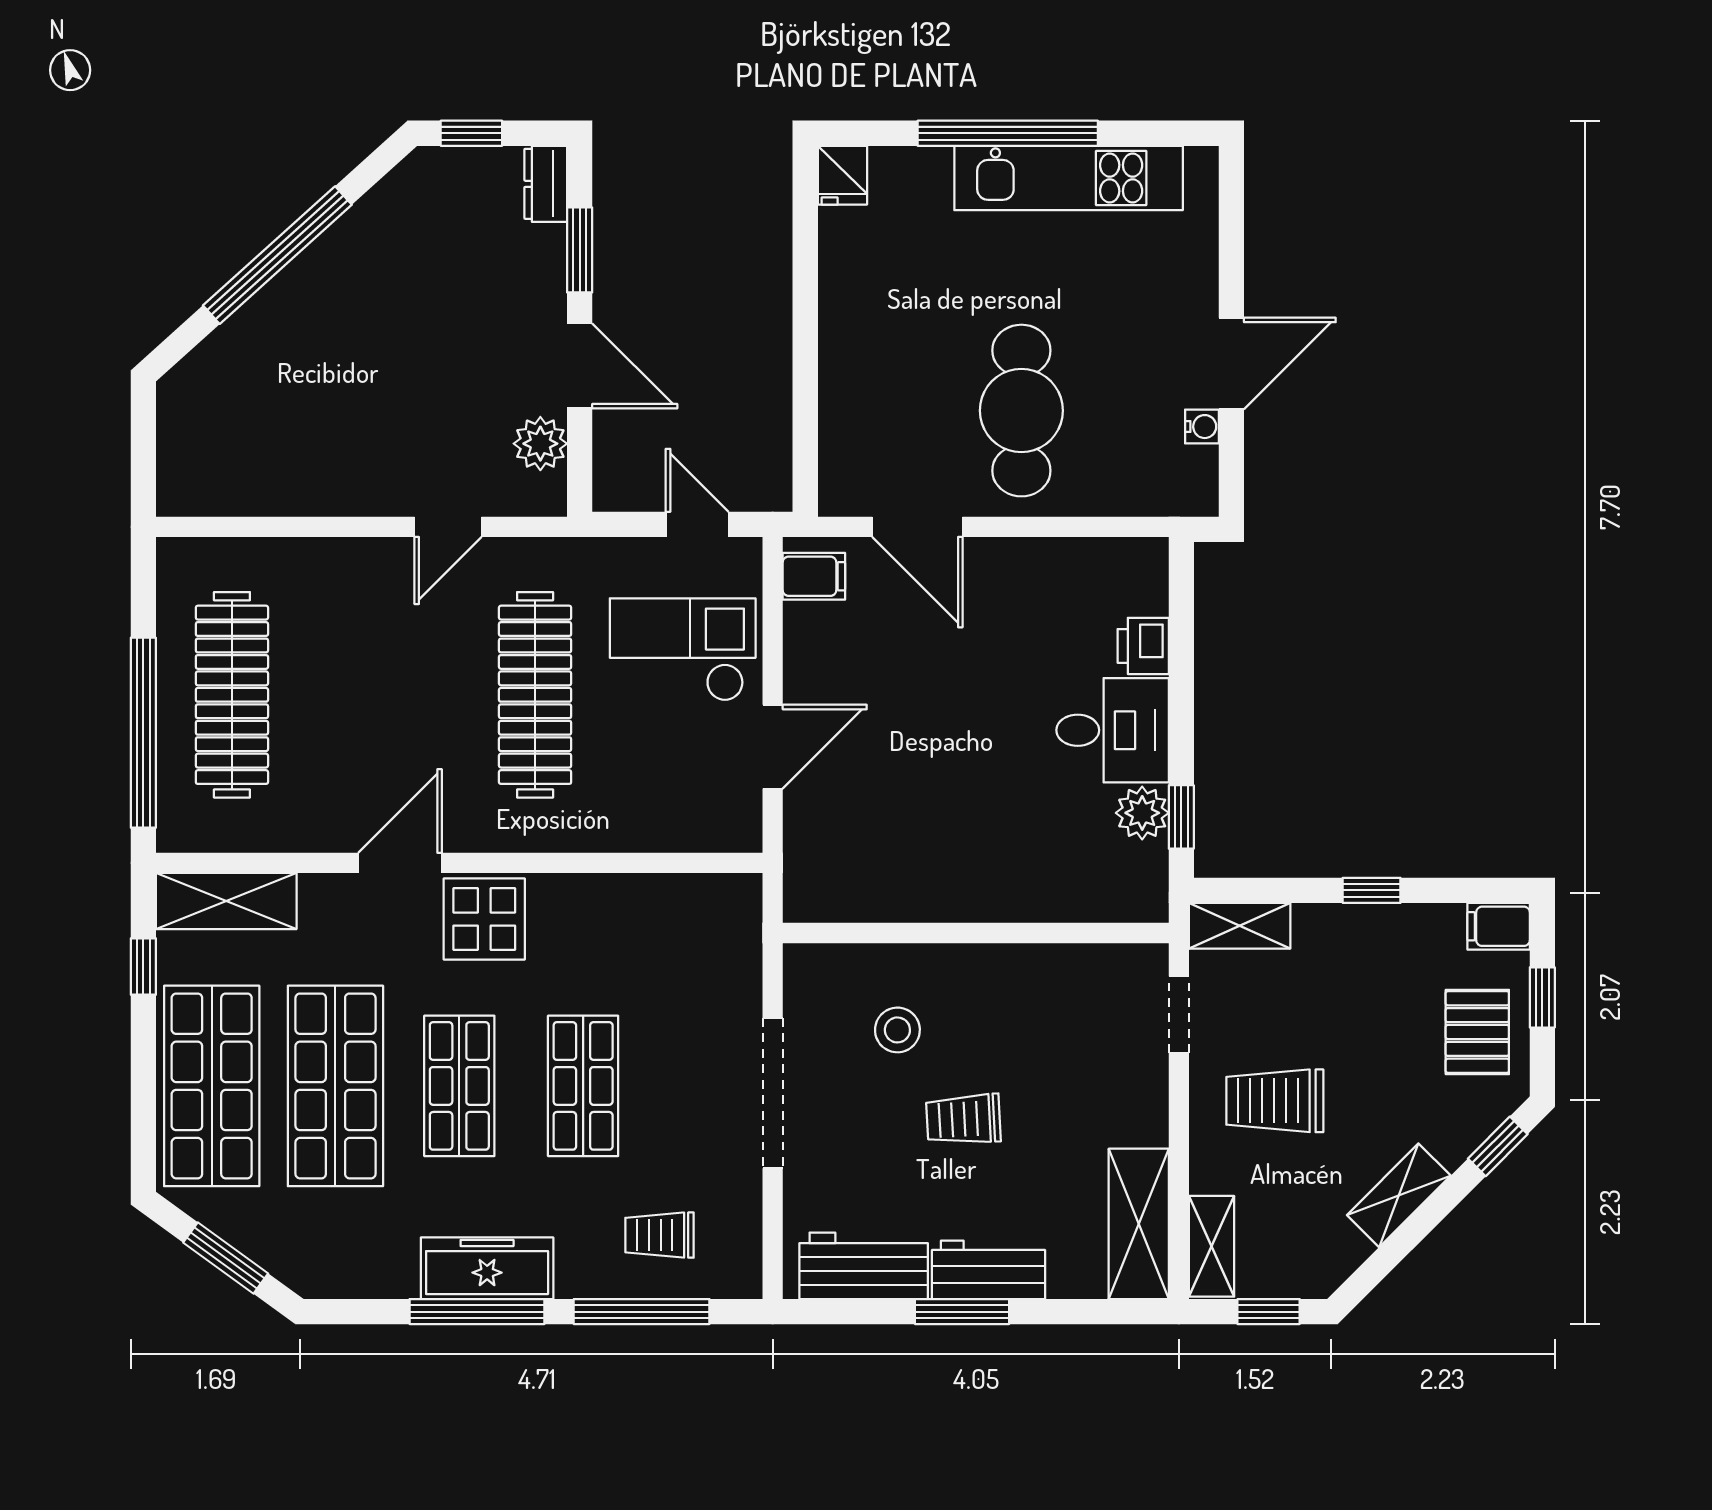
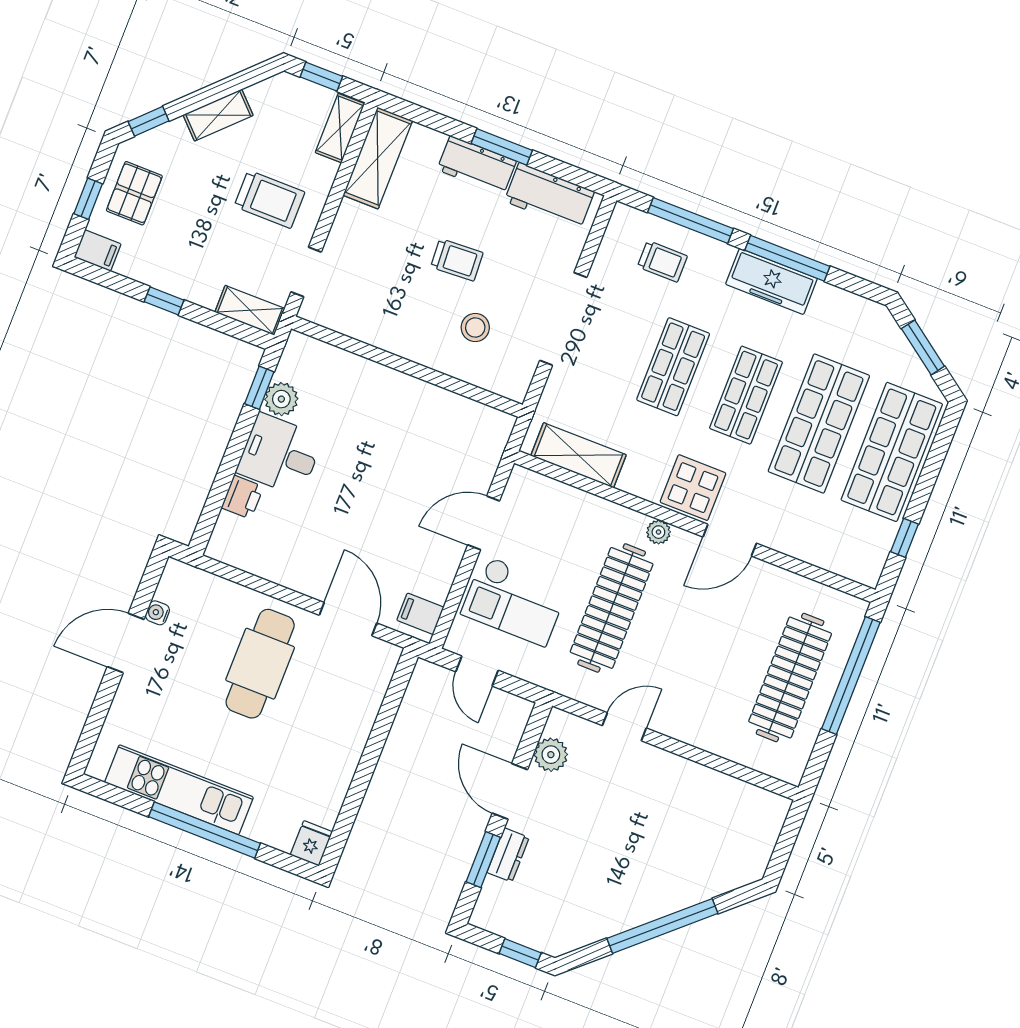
dresser: (546, 184) -> (508, 855), moved
plant: (510, 834) -> (658, 532), added
shelving: (226, 901) -> (578, 455), moved

